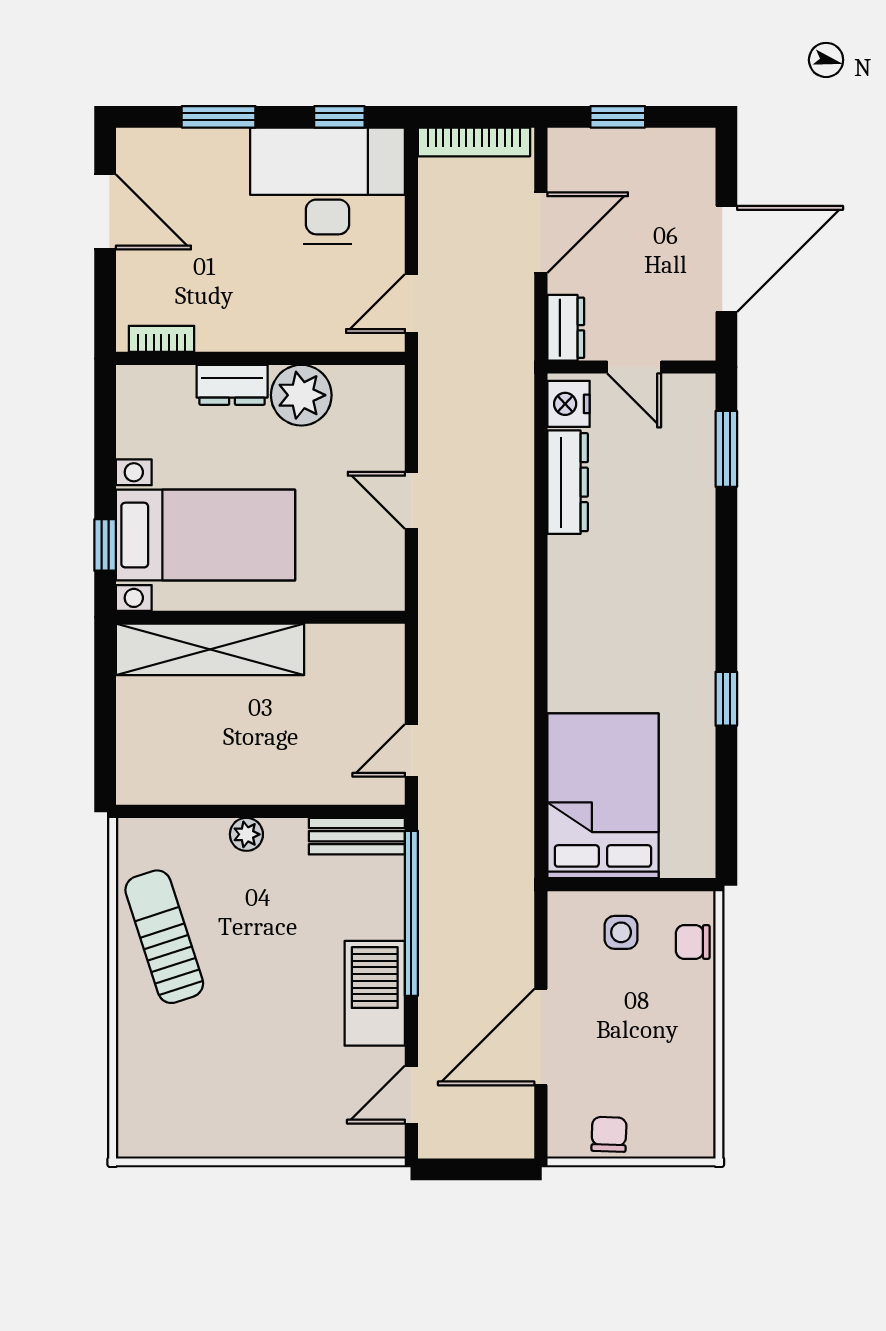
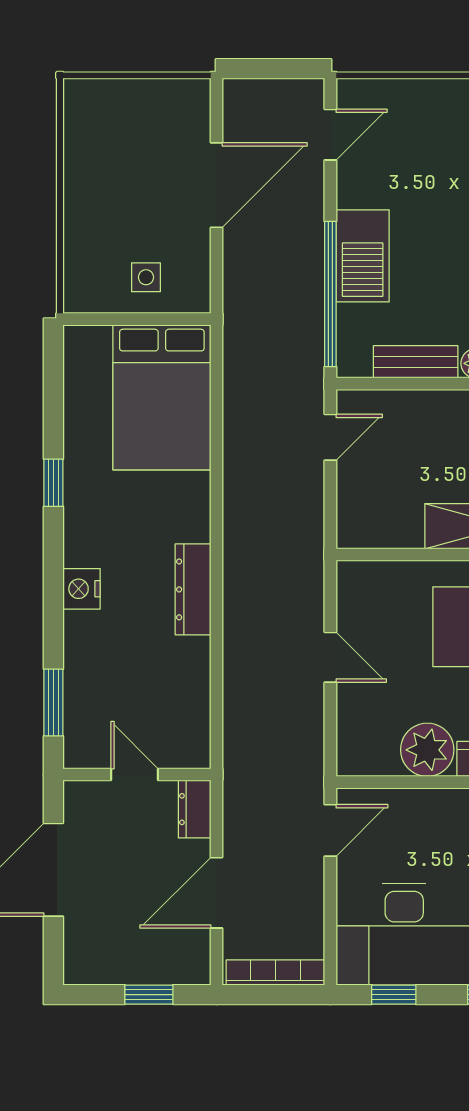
nightstand: (569, 404) -> (82, 589), moved, turned 180
dresser: (568, 482) -> (193, 589), moved
bench: (357, 836) -> (416, 362), moved
chair: (693, 942) -> (83, 269), removed
barbecue: (375, 993) -> (363, 256), moved
chair: (609, 1134) -> (157, 100), removed

